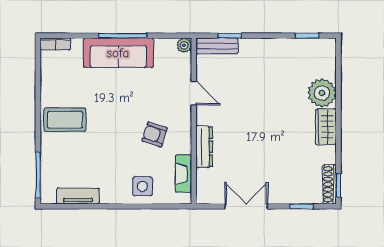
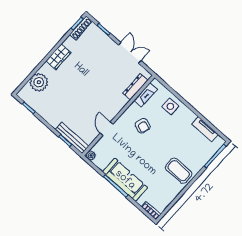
bench: (217, 46) -> (72, 138), width x1.36
plant: (322, 93) -> (39, 82), moved
dresser: (204, 147) -> (135, 87), moved
double door: (246, 206) -> (130, 53), swing flipped

